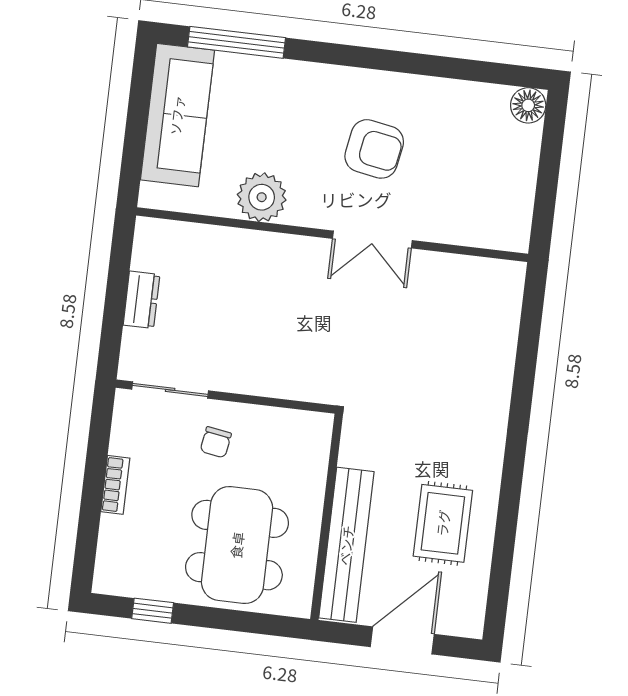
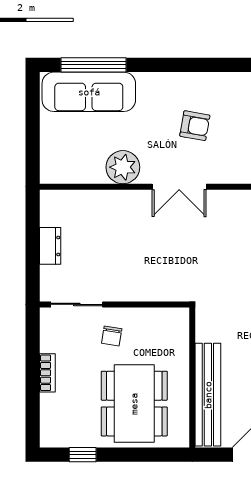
sofa: (177, 115) -> (89, 92), moved, turned 90
armchair: (374, 149) -> (195, 126), width x0.72, depth x0.72
double door: (372, 239) -> (179, 187), moved

